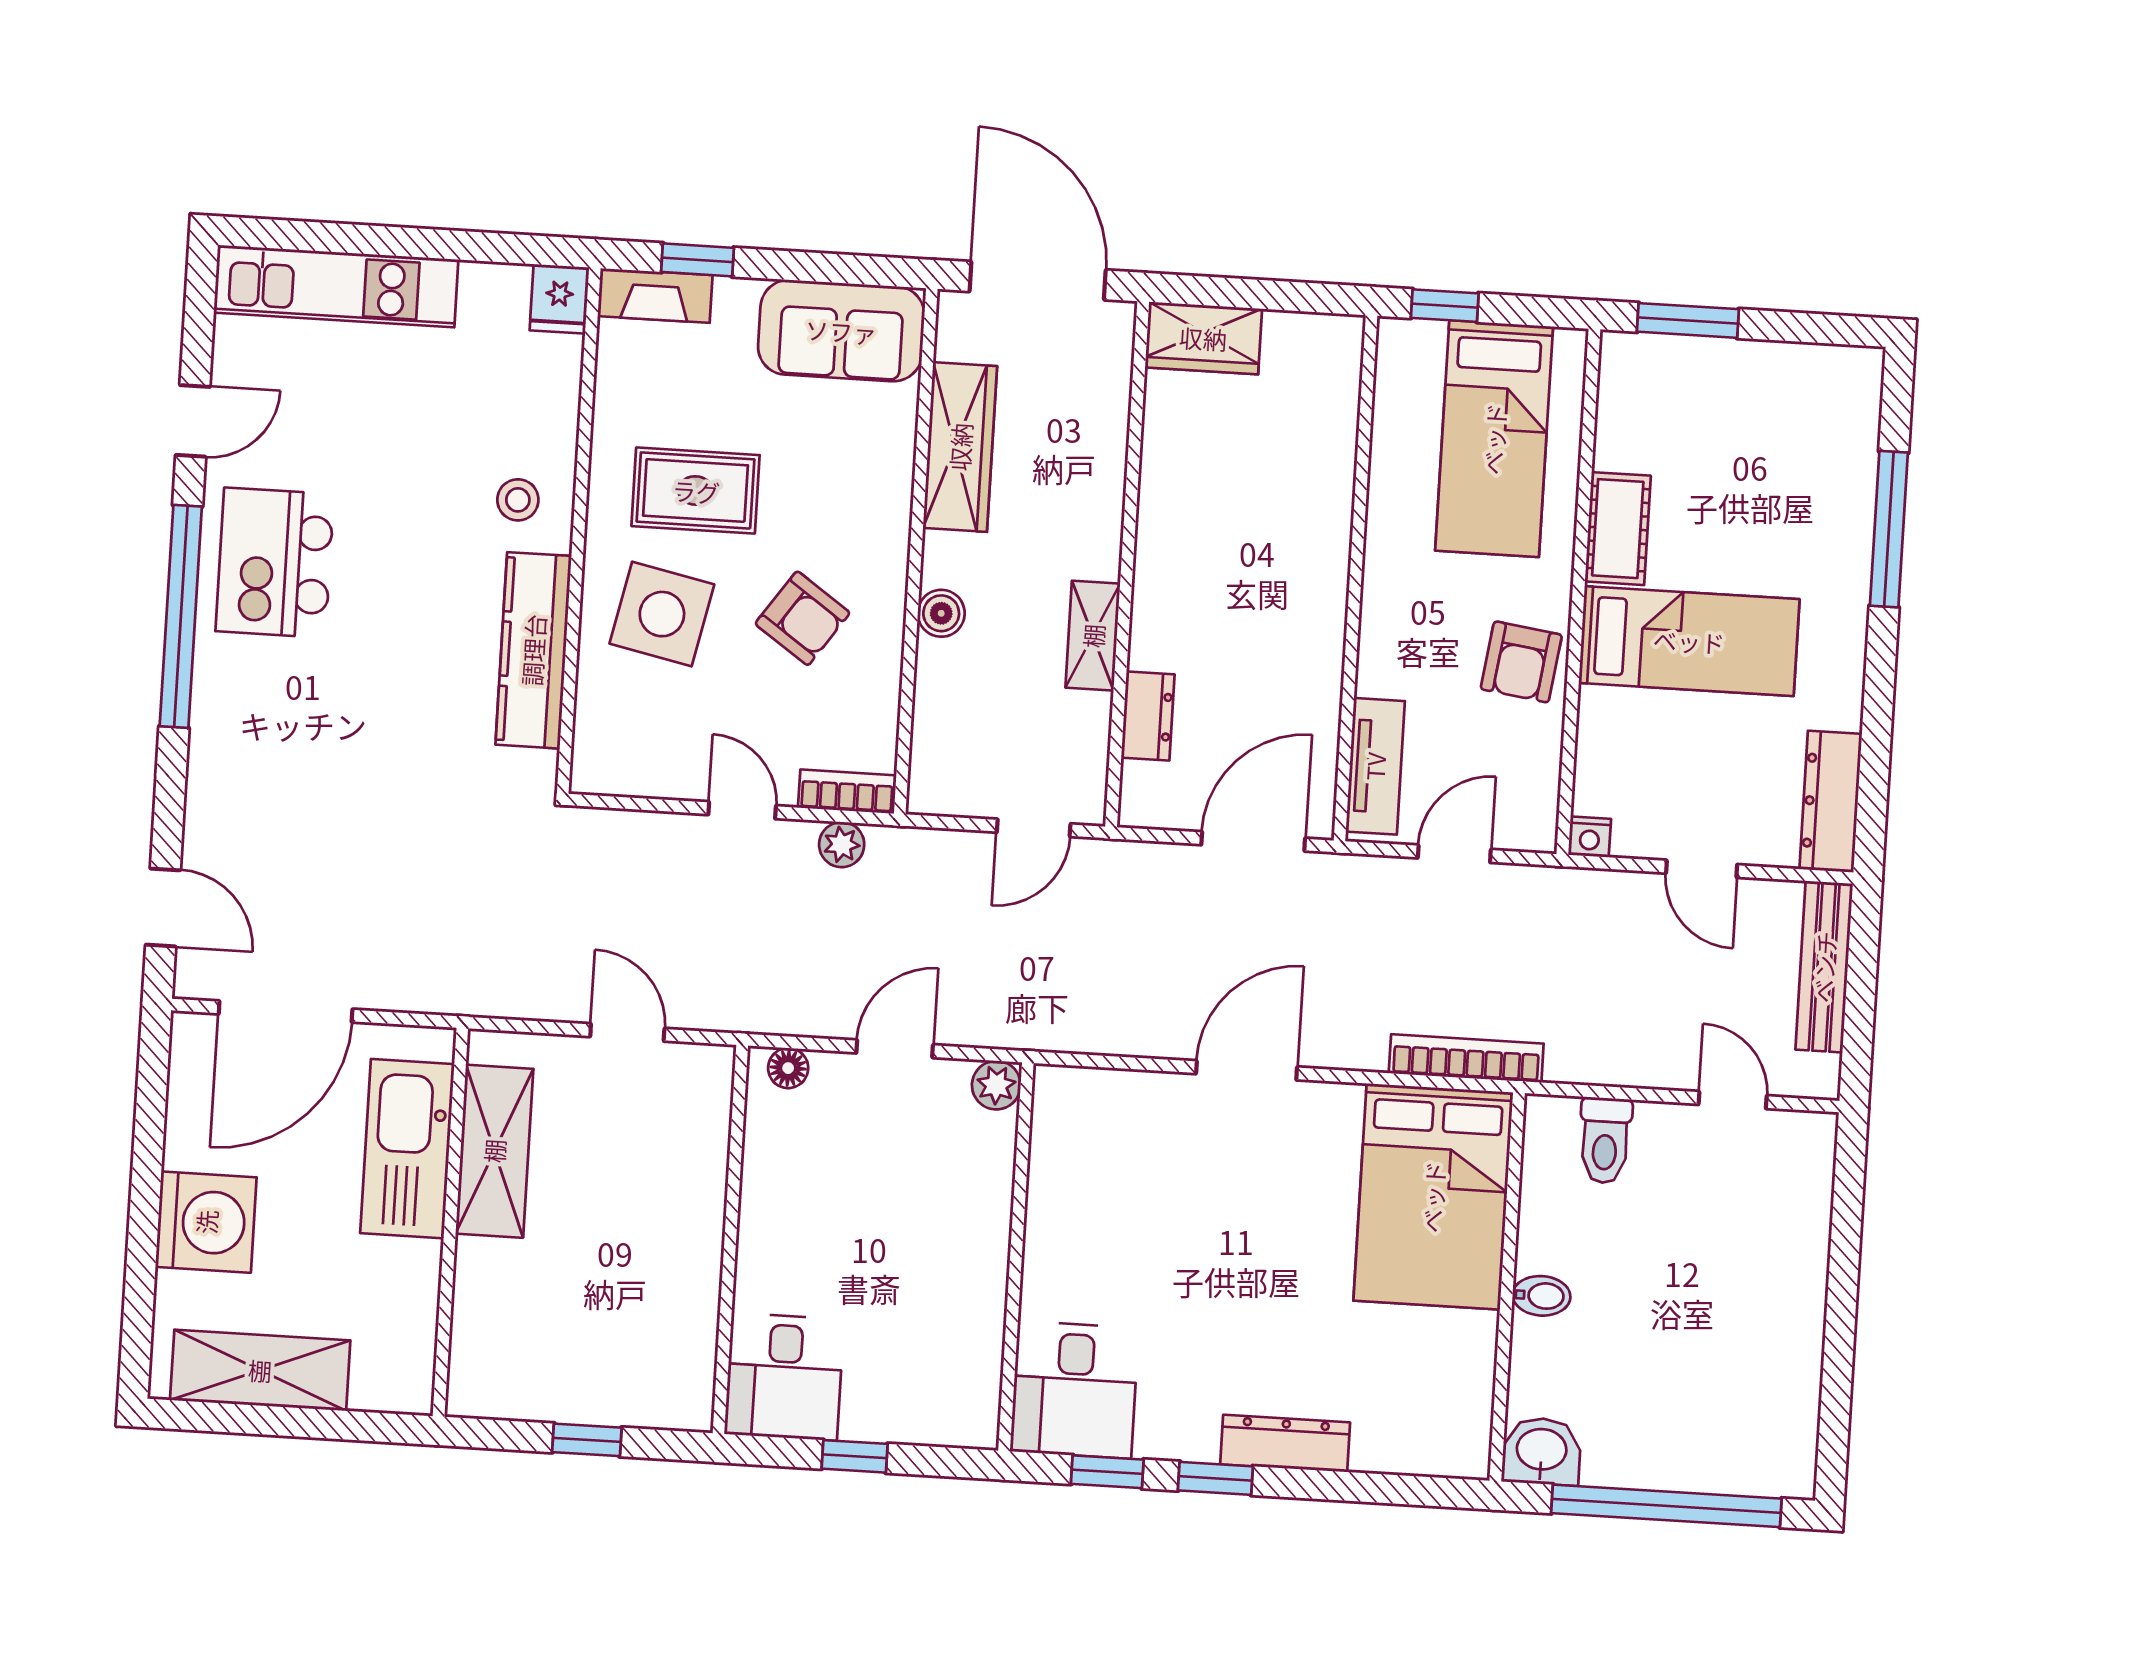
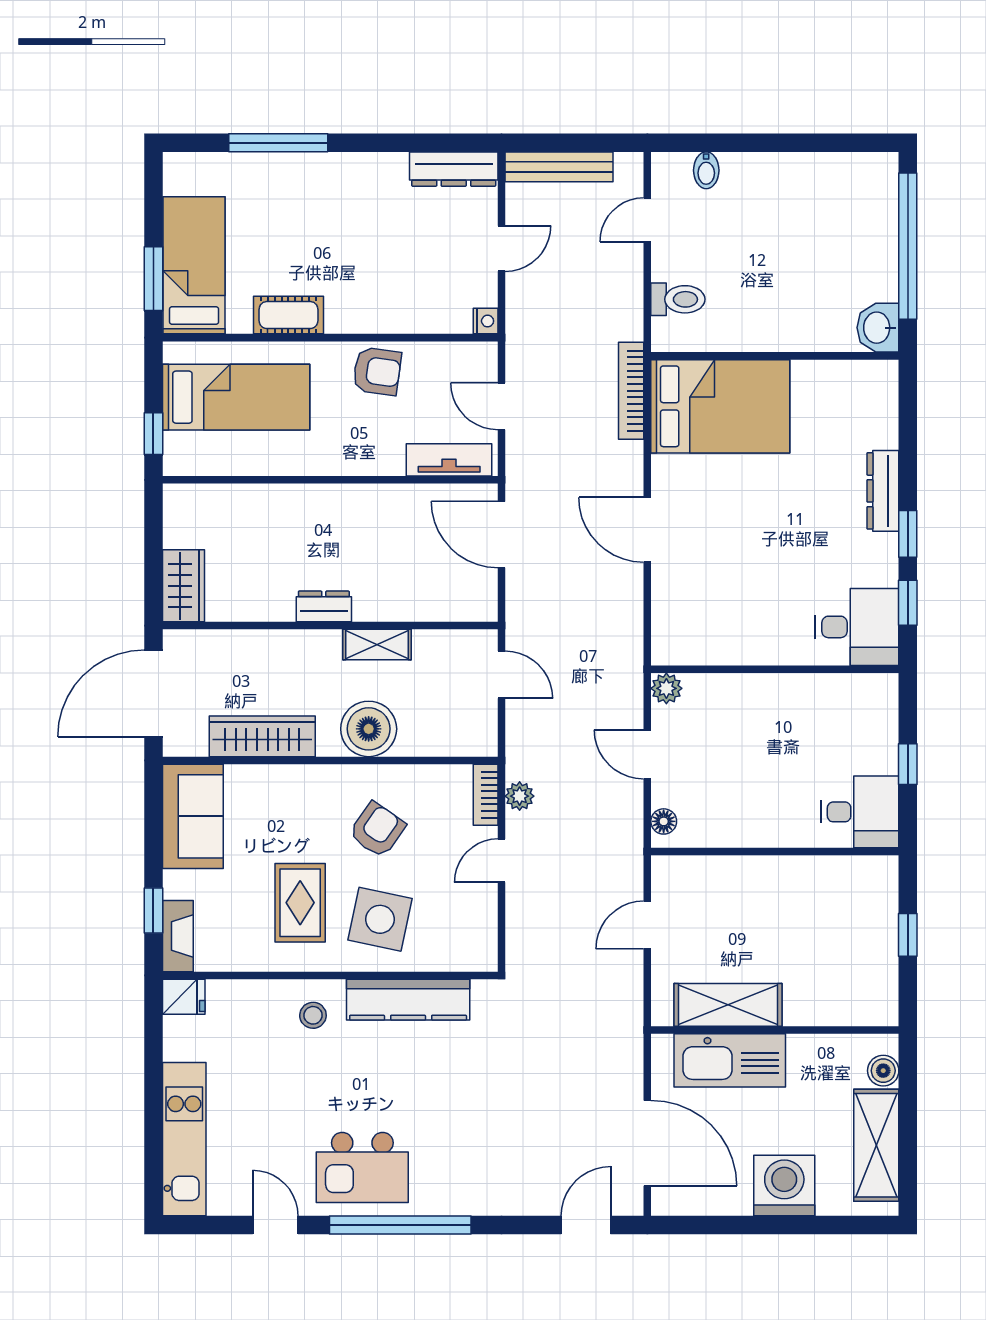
boiler: (941, 613) -> (369, 729), width x1.86, depth x1.86
bed: (1689, 641) -> (194, 265), moved
dresser: (1148, 716) -> (324, 606), moved
bidet: (1541, 1296) -> (706, 170), moved, turned 180
boiler: (377, 1388) -> (883, 1071), added

